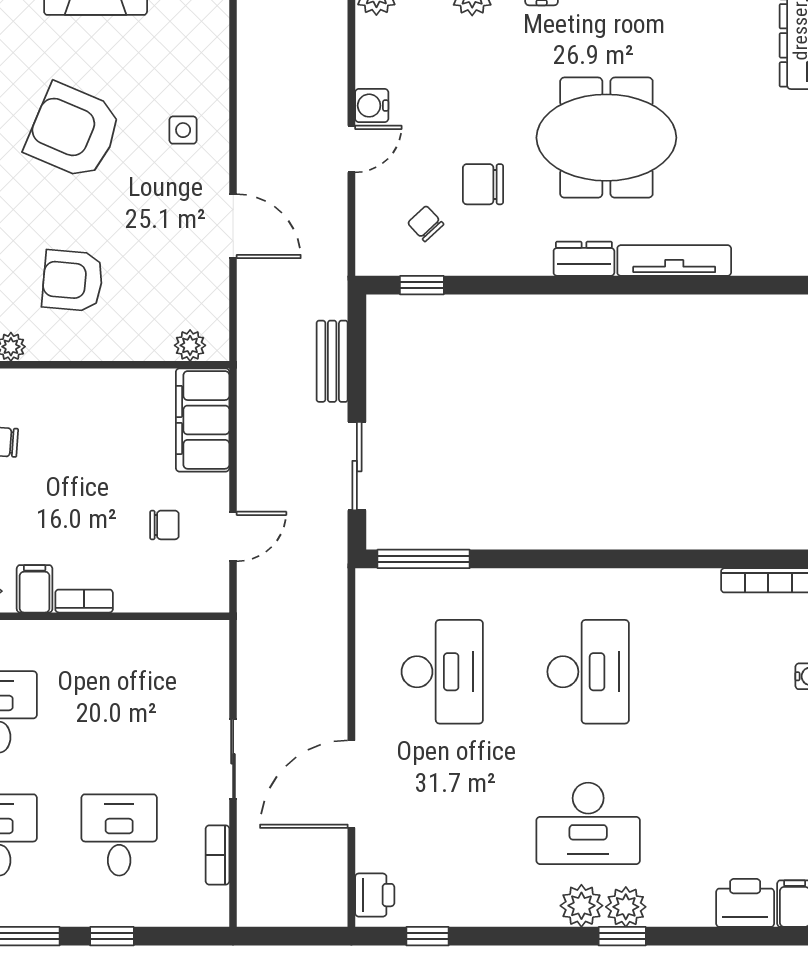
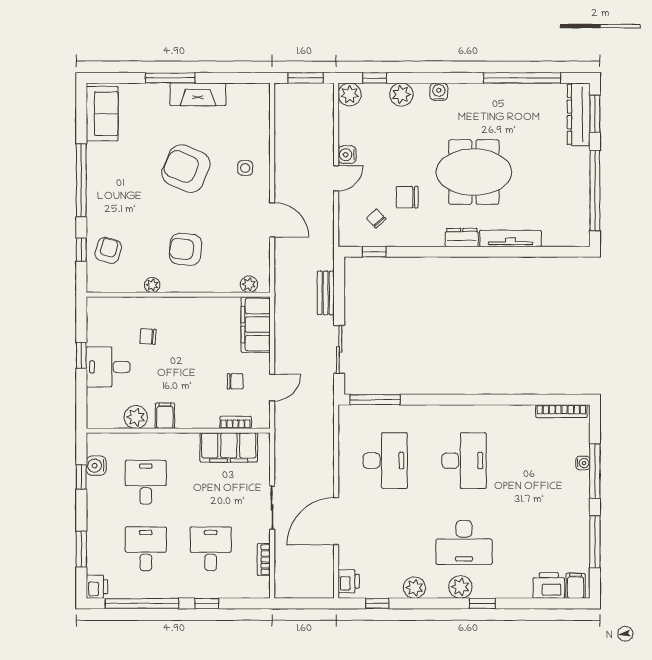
bookcase: (84, 601) -> (236, 422), moved
filing cabinet: (153, 647) -> (229, 447), added
plant: (626, 907) -> (414, 588), moved

